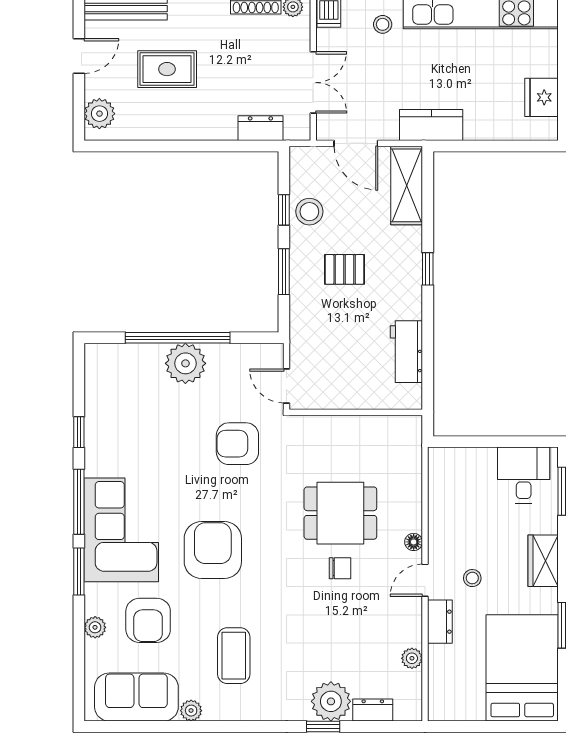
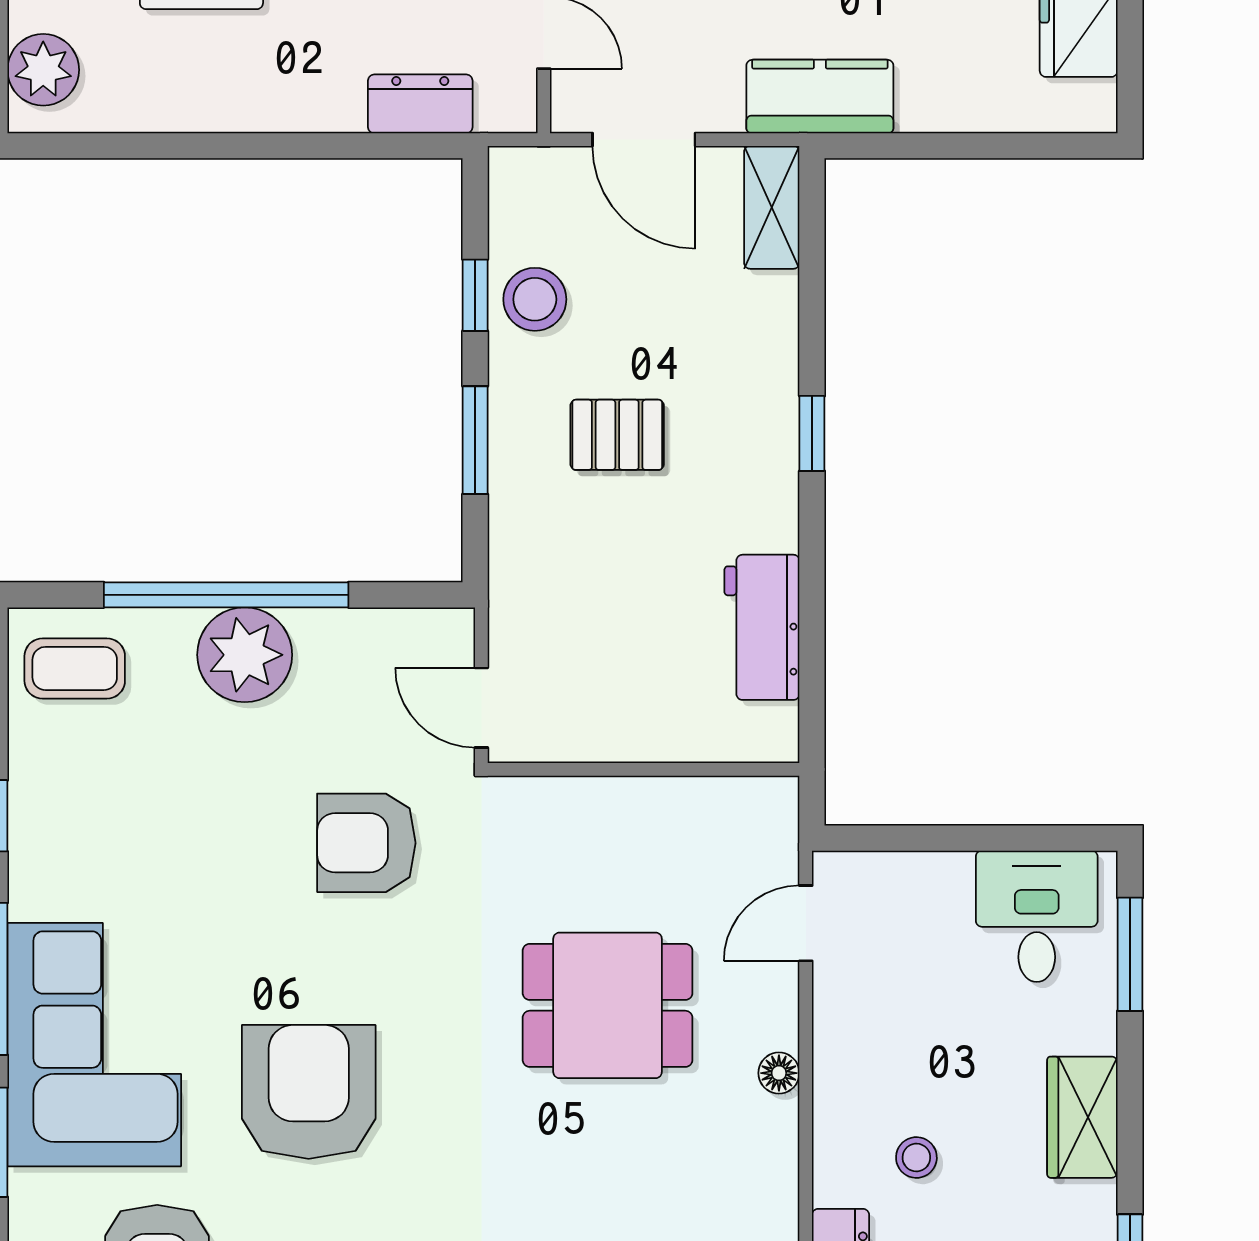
shelving: (407, 185) -> (772, 207), width x0.67, depth x0.75
coffee table: (113, 369) -> (75, 668), added
chair: (340, 568) -> (606, 1135), removed
door: (425, 580) -> (806, 923), moved

